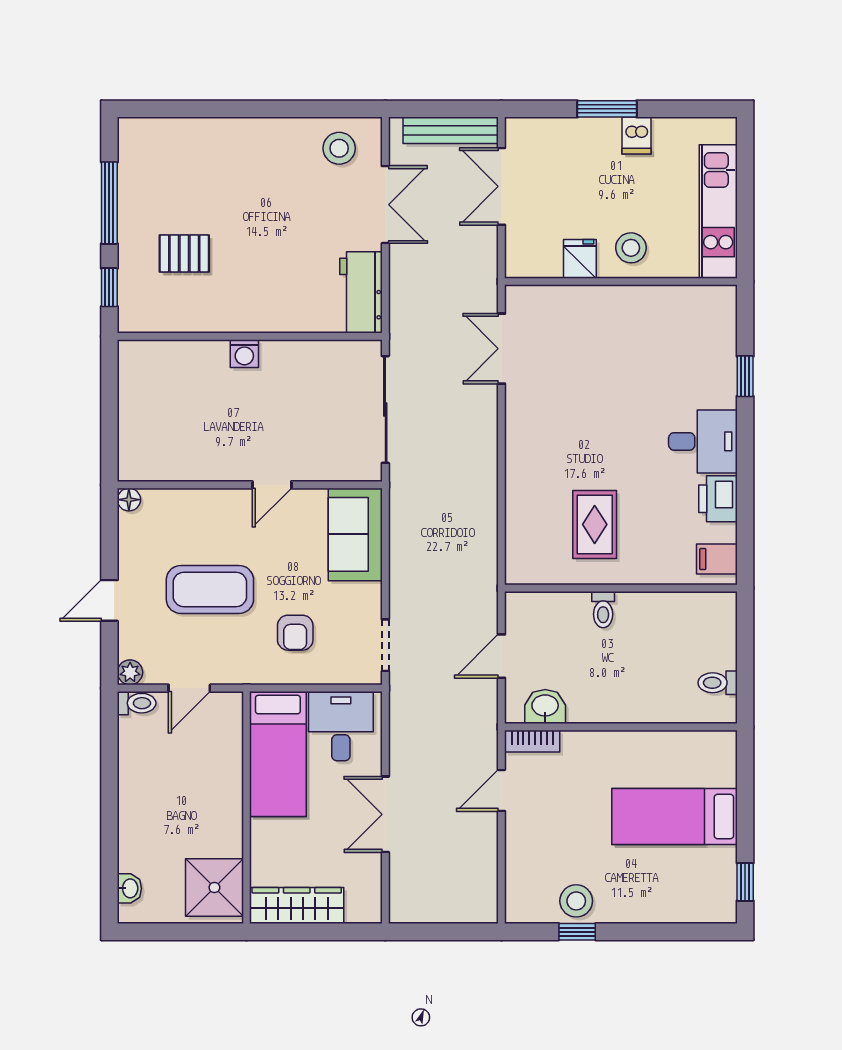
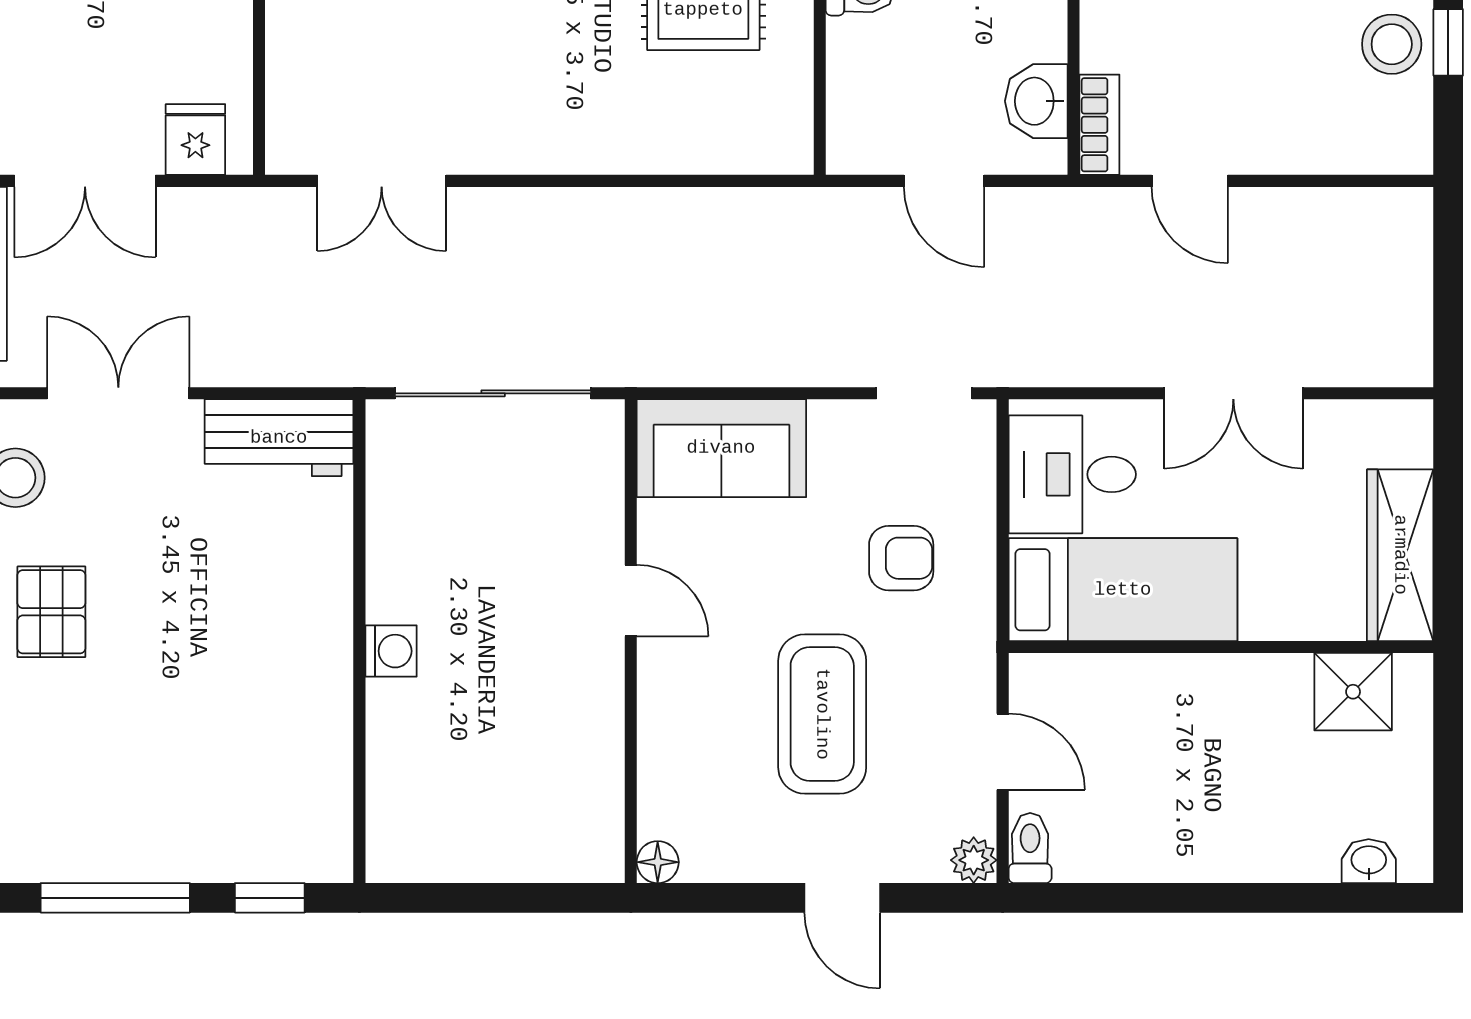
pallet: (184, 253) -> (51, 612), moved
fridge: (580, 259) -> (195, 139), moved, turned 90
shower: (214, 887) -> (1353, 692), width x0.73, depth x0.73

